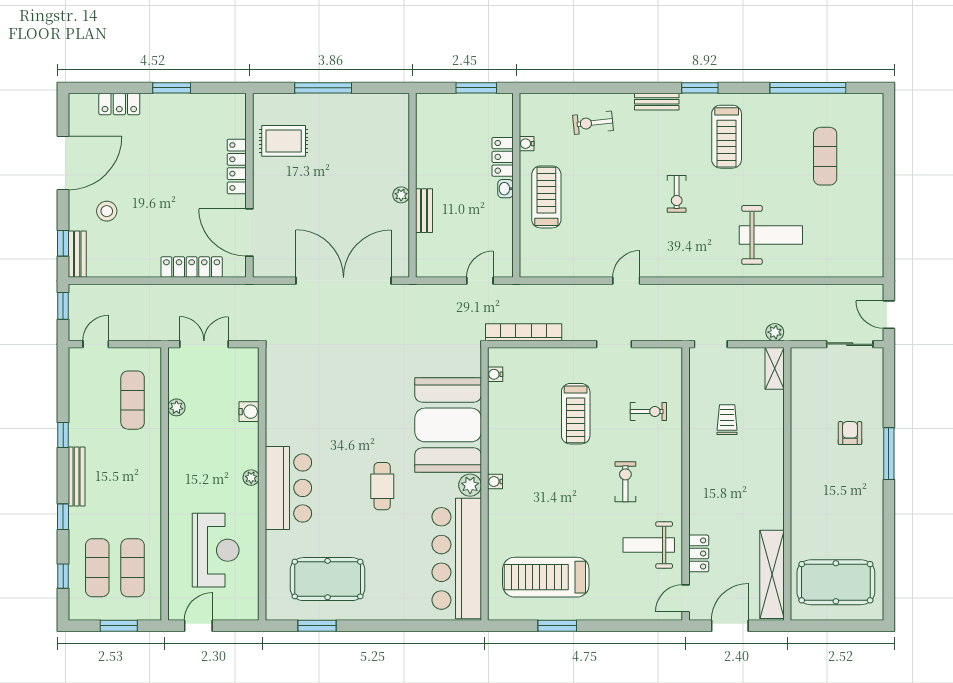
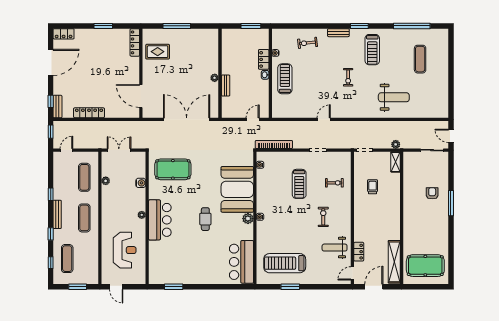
locker: (119, 104) -> (64, 34), moved
locker: (237, 166) -> (135, 42), moved
stool: (107, 211) -> (72, 86), removed
locker: (192, 267) -> (89, 113), moved
bar counter: (457, 558) -> (241, 262), width x0.73
exercise mat: (133, 568) -> (84, 218), moved
pool table: (328, 579) -> (173, 169), moved
door: (198, 626) -> (116, 287), swing flipped

